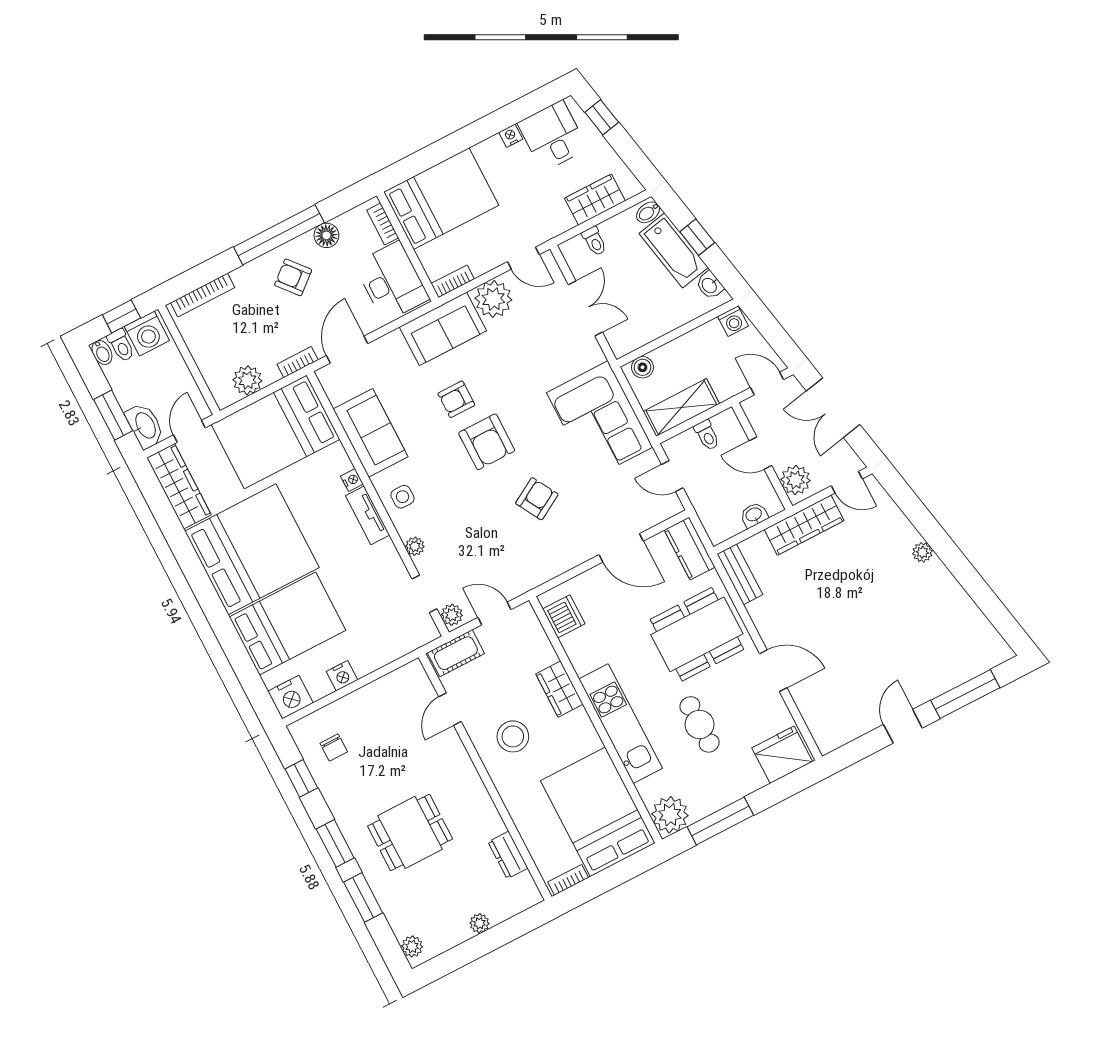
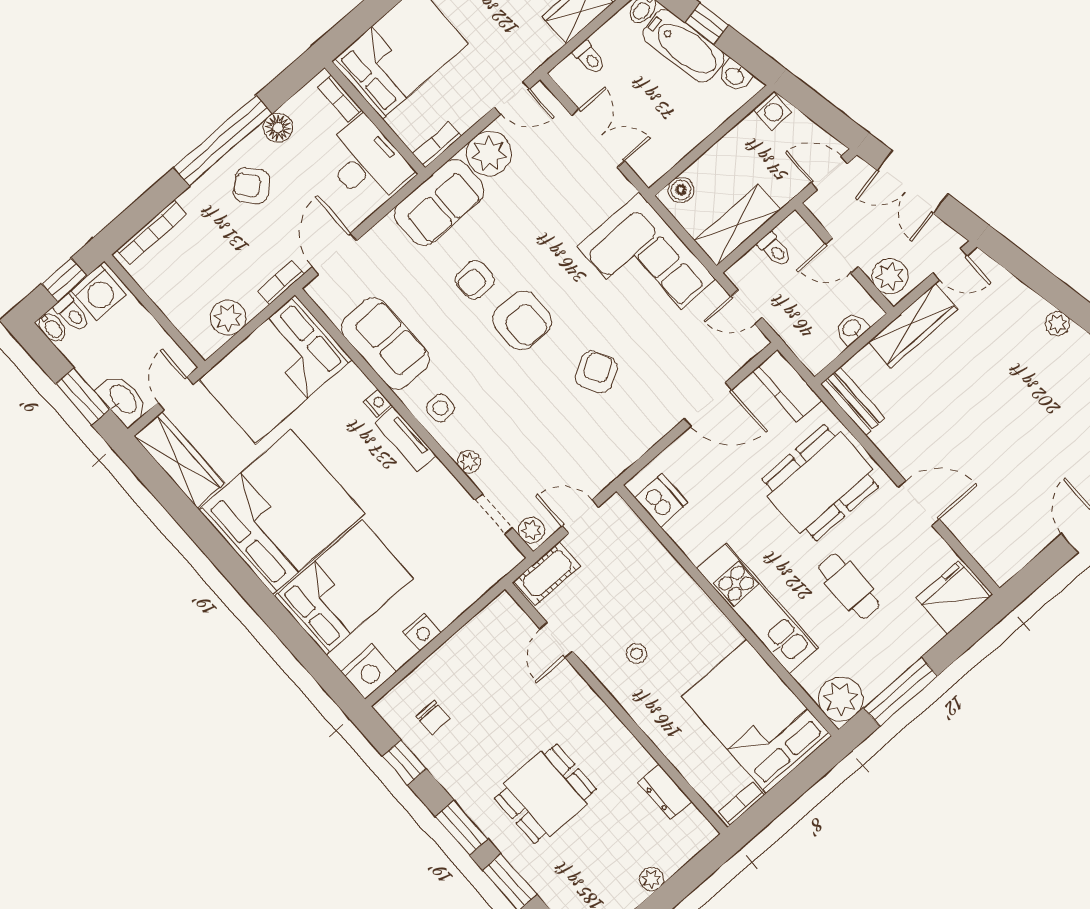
wardrobe: (559, 689) -> (677, 585), removed
stool: (513, 736) -> (637, 653), width x0.53, depth x0.53

